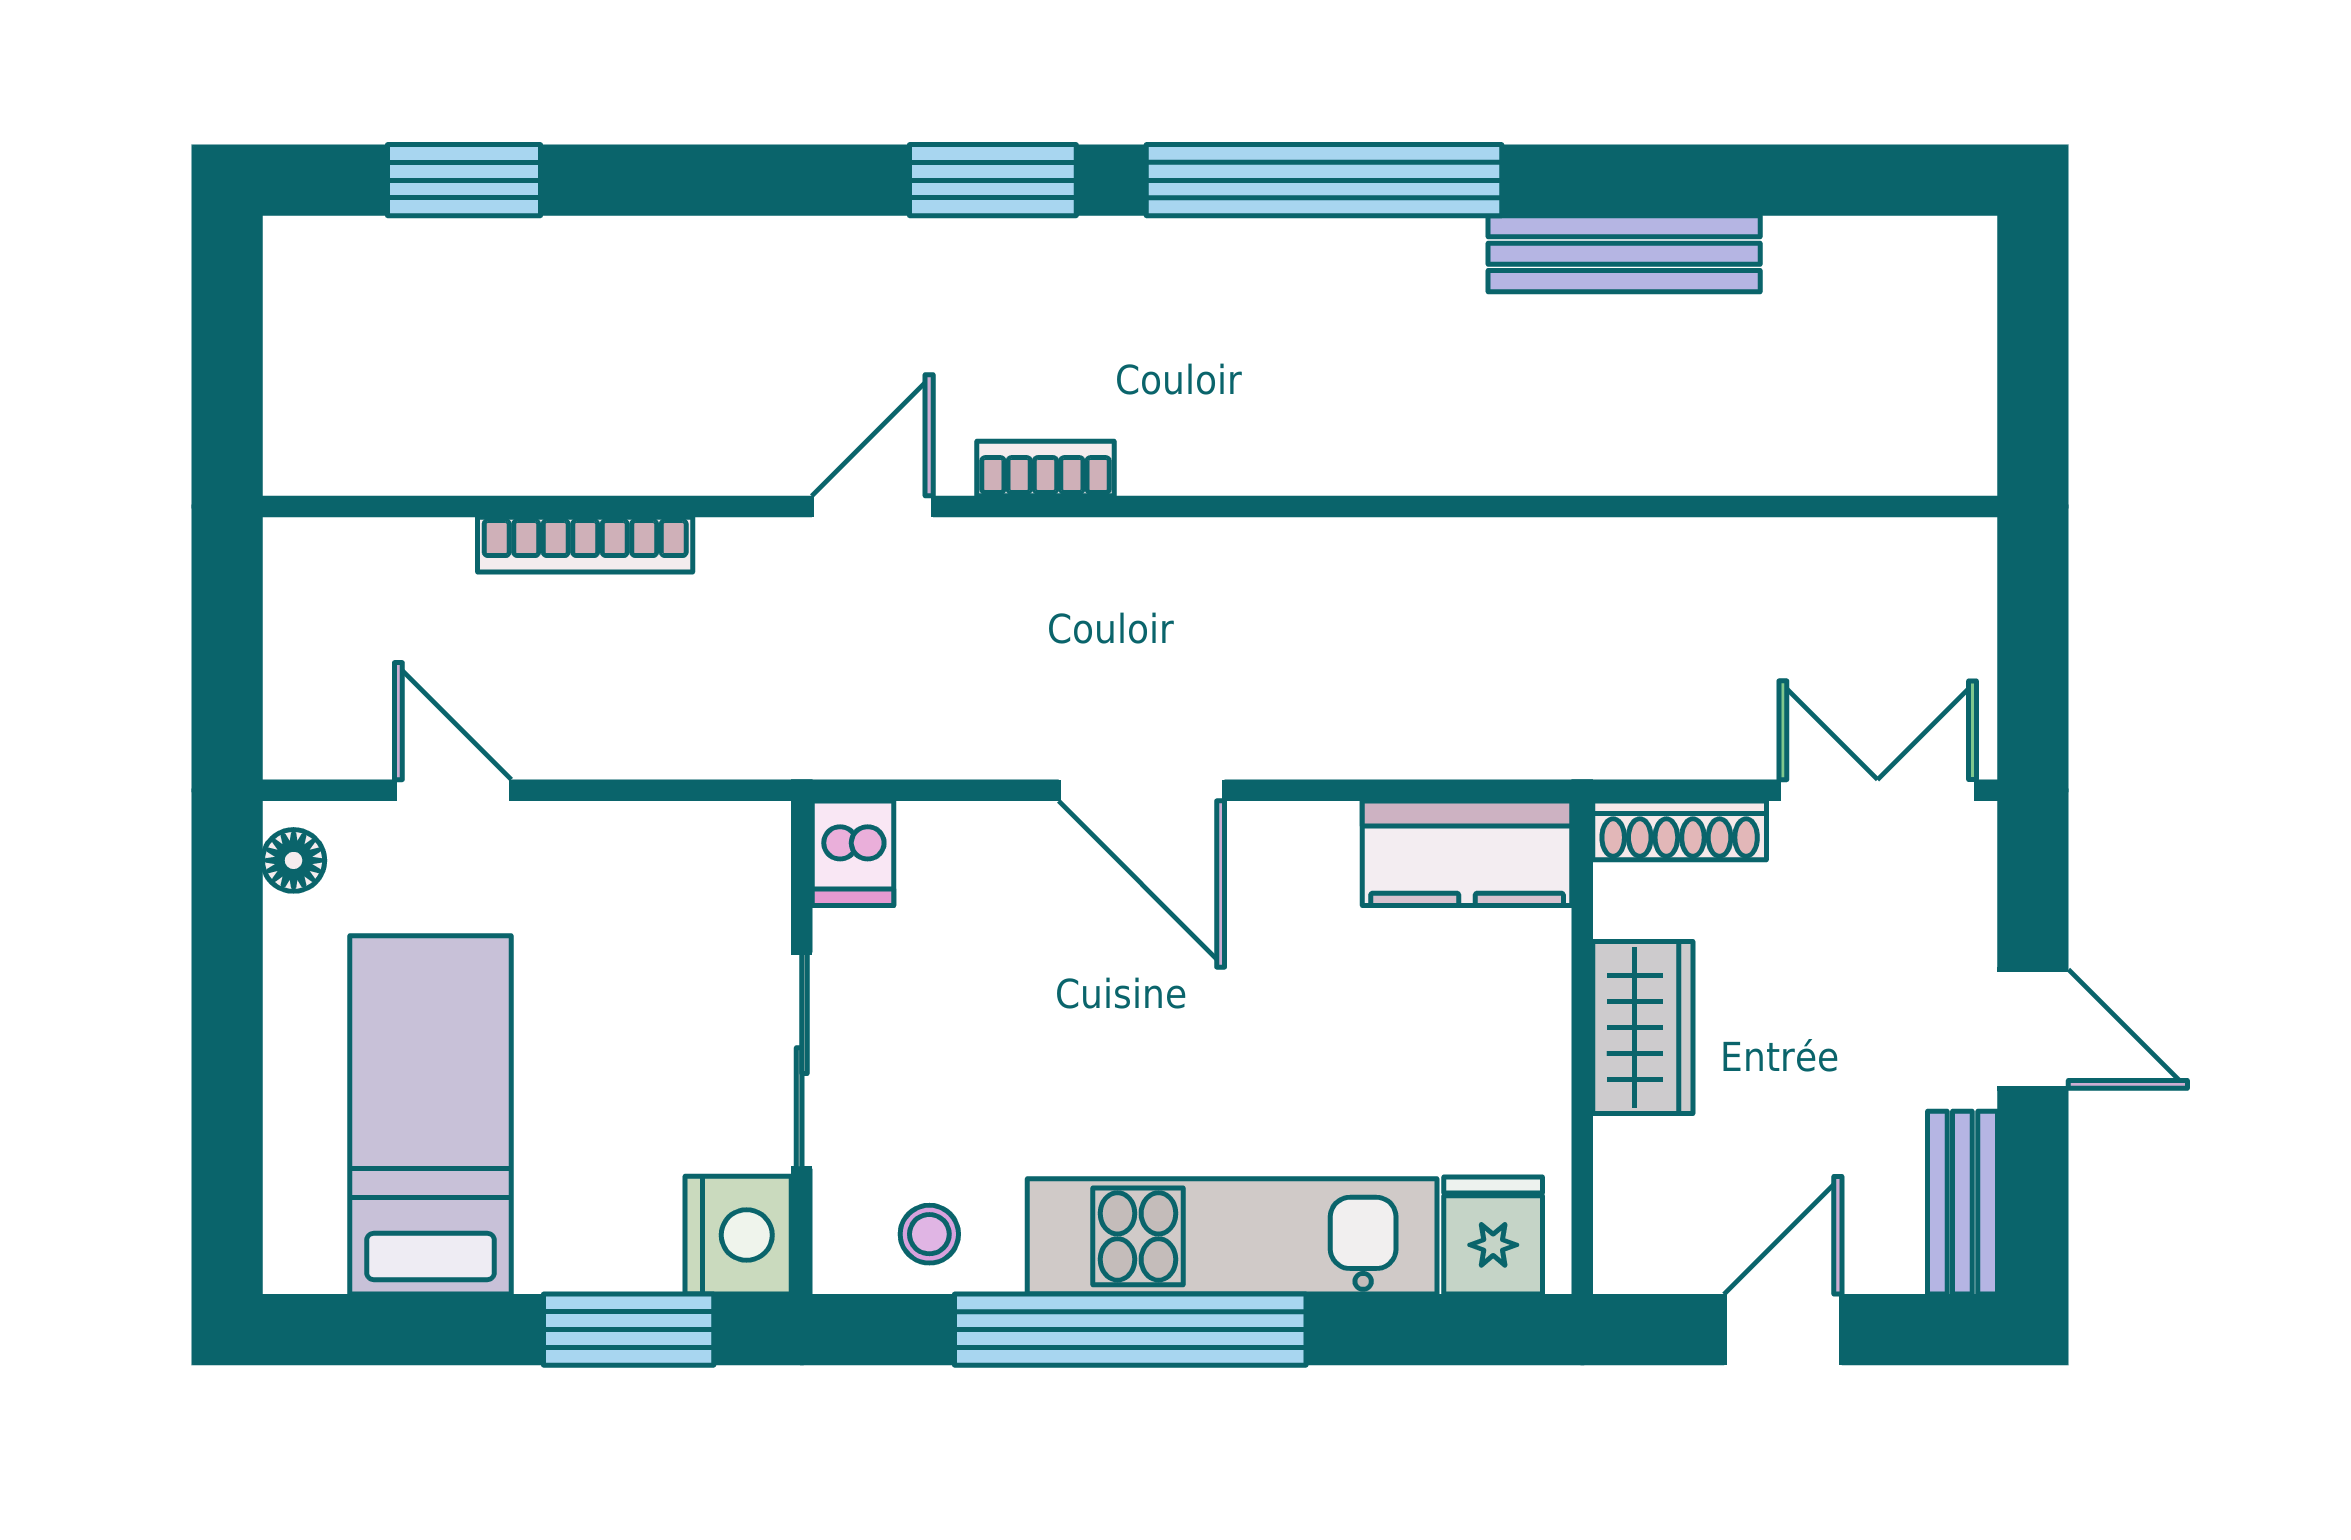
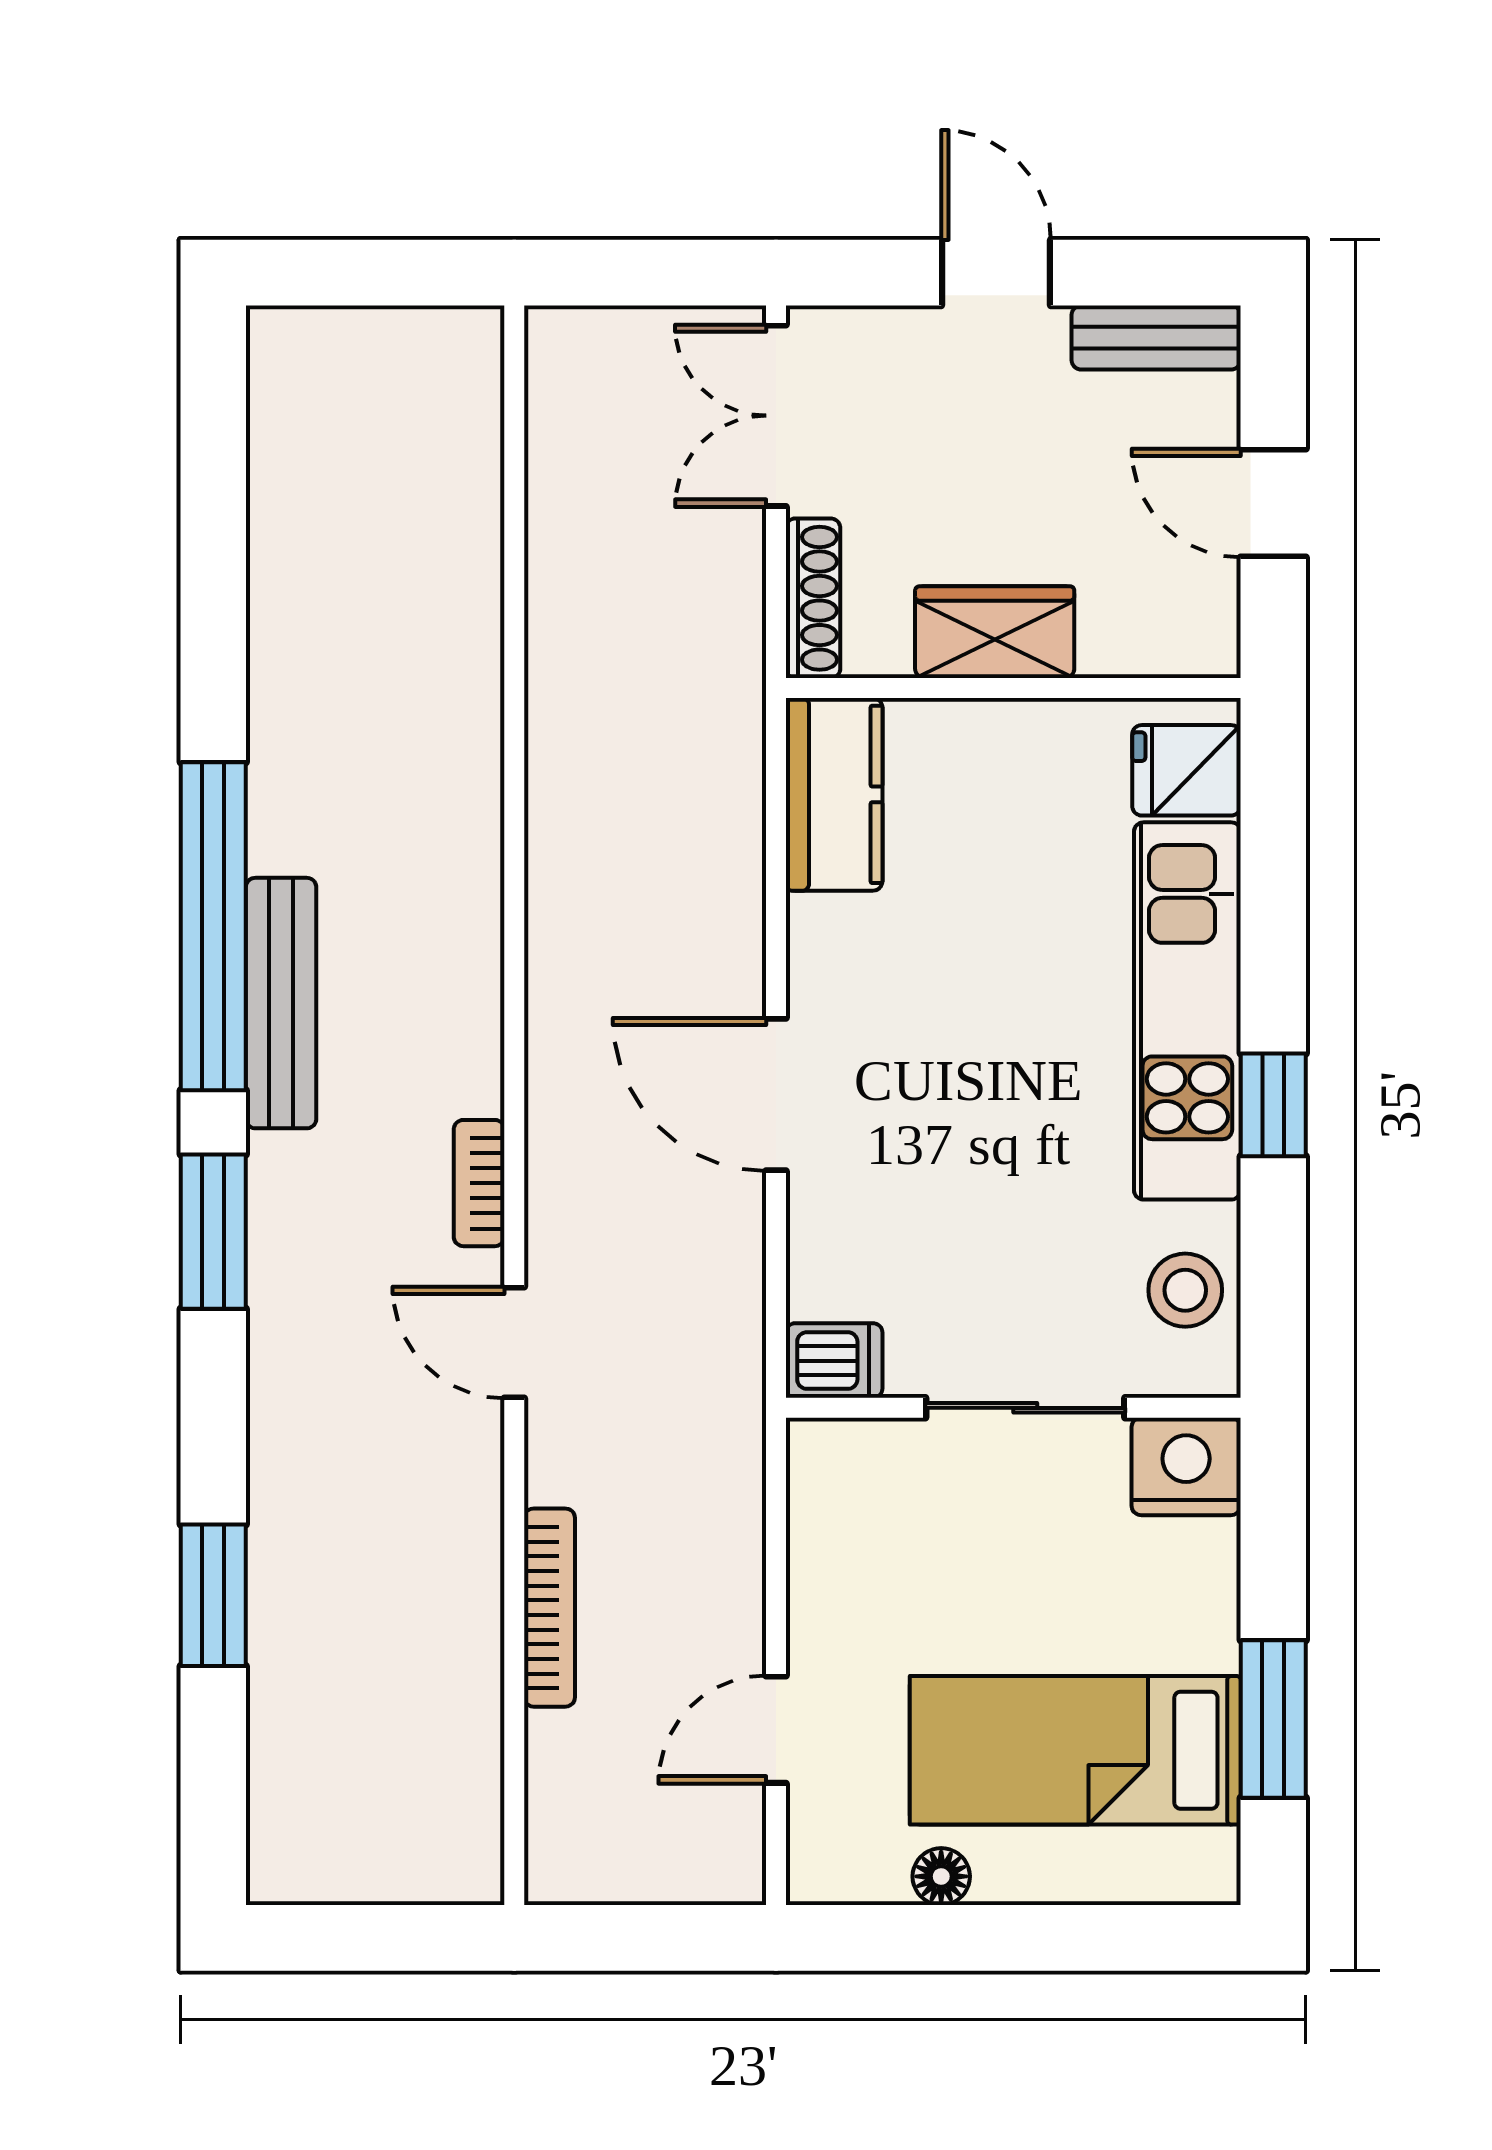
window: (464, 180) -> (213, 1595), moved
bench: (1624, 254) -> (281, 1003), moved
door: (1142, 790) -> (776, 1094), swing flipped
floor lamp: (294, 860) -> (941, 1876), moved
door: (2033, 1029) -> (996, 273), hinge flipped
stool: (929, 1234) -> (1185, 1290), width x1.37, depth x1.37
window: (629, 1330) -> (1273, 1719), moved
window: (1130, 1330) -> (1273, 1105), width x0.32

